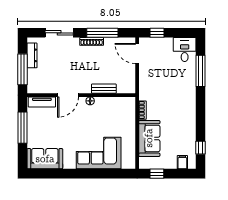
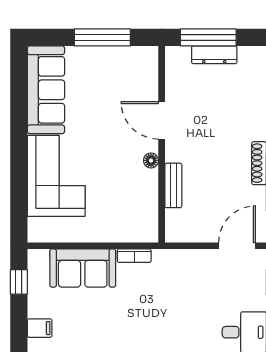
dresser: (32, 55) -> (214, 55), moved
tv unit: (42, 102) -> (149, 73), removed
sofa: (45, 159) -> (46, 90), width x1.36

